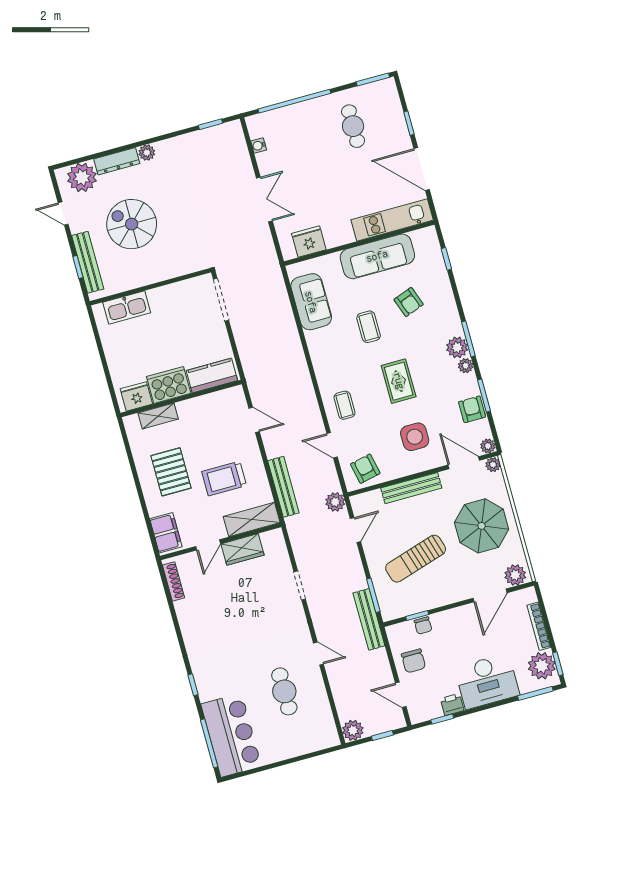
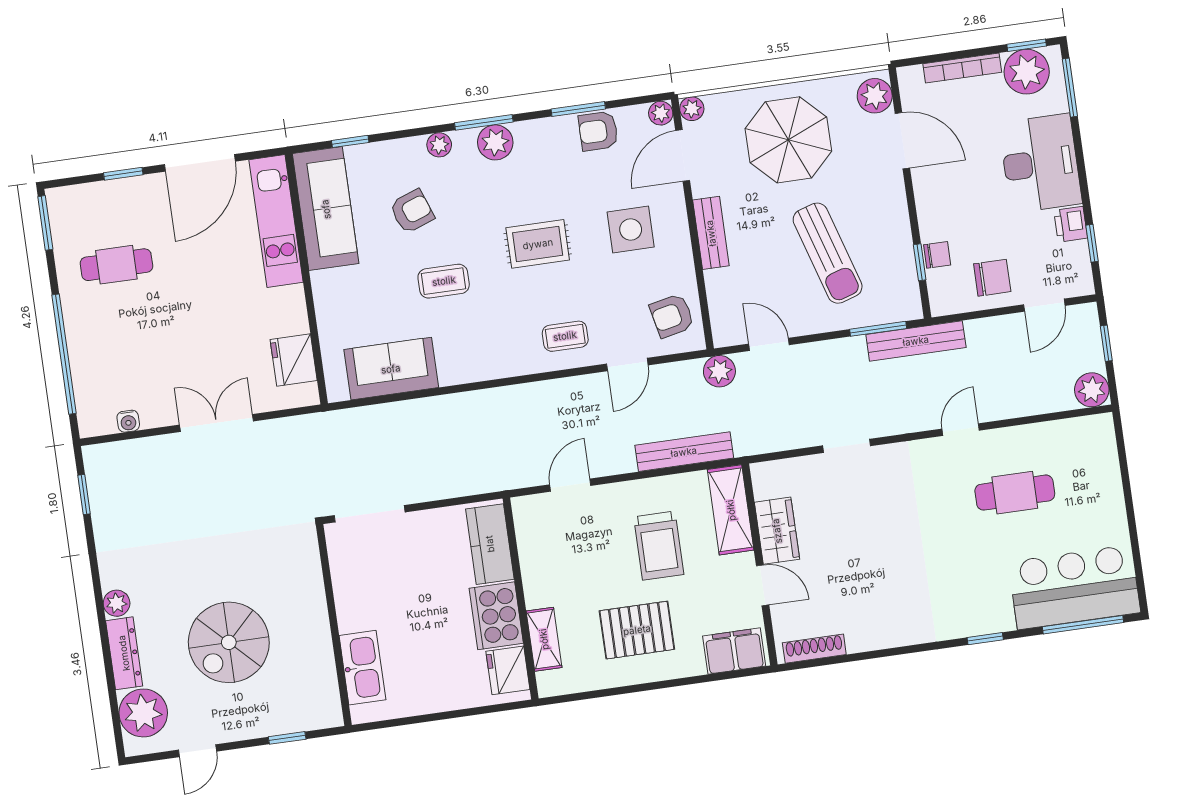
sofa: (377, 256) -> (326, 209), moved
bench: (88, 262) -> (281, 721), removed
plant: (466, 366) -> (439, 145), moved
bench: (411, 488) -> (711, 233), width x0.73

